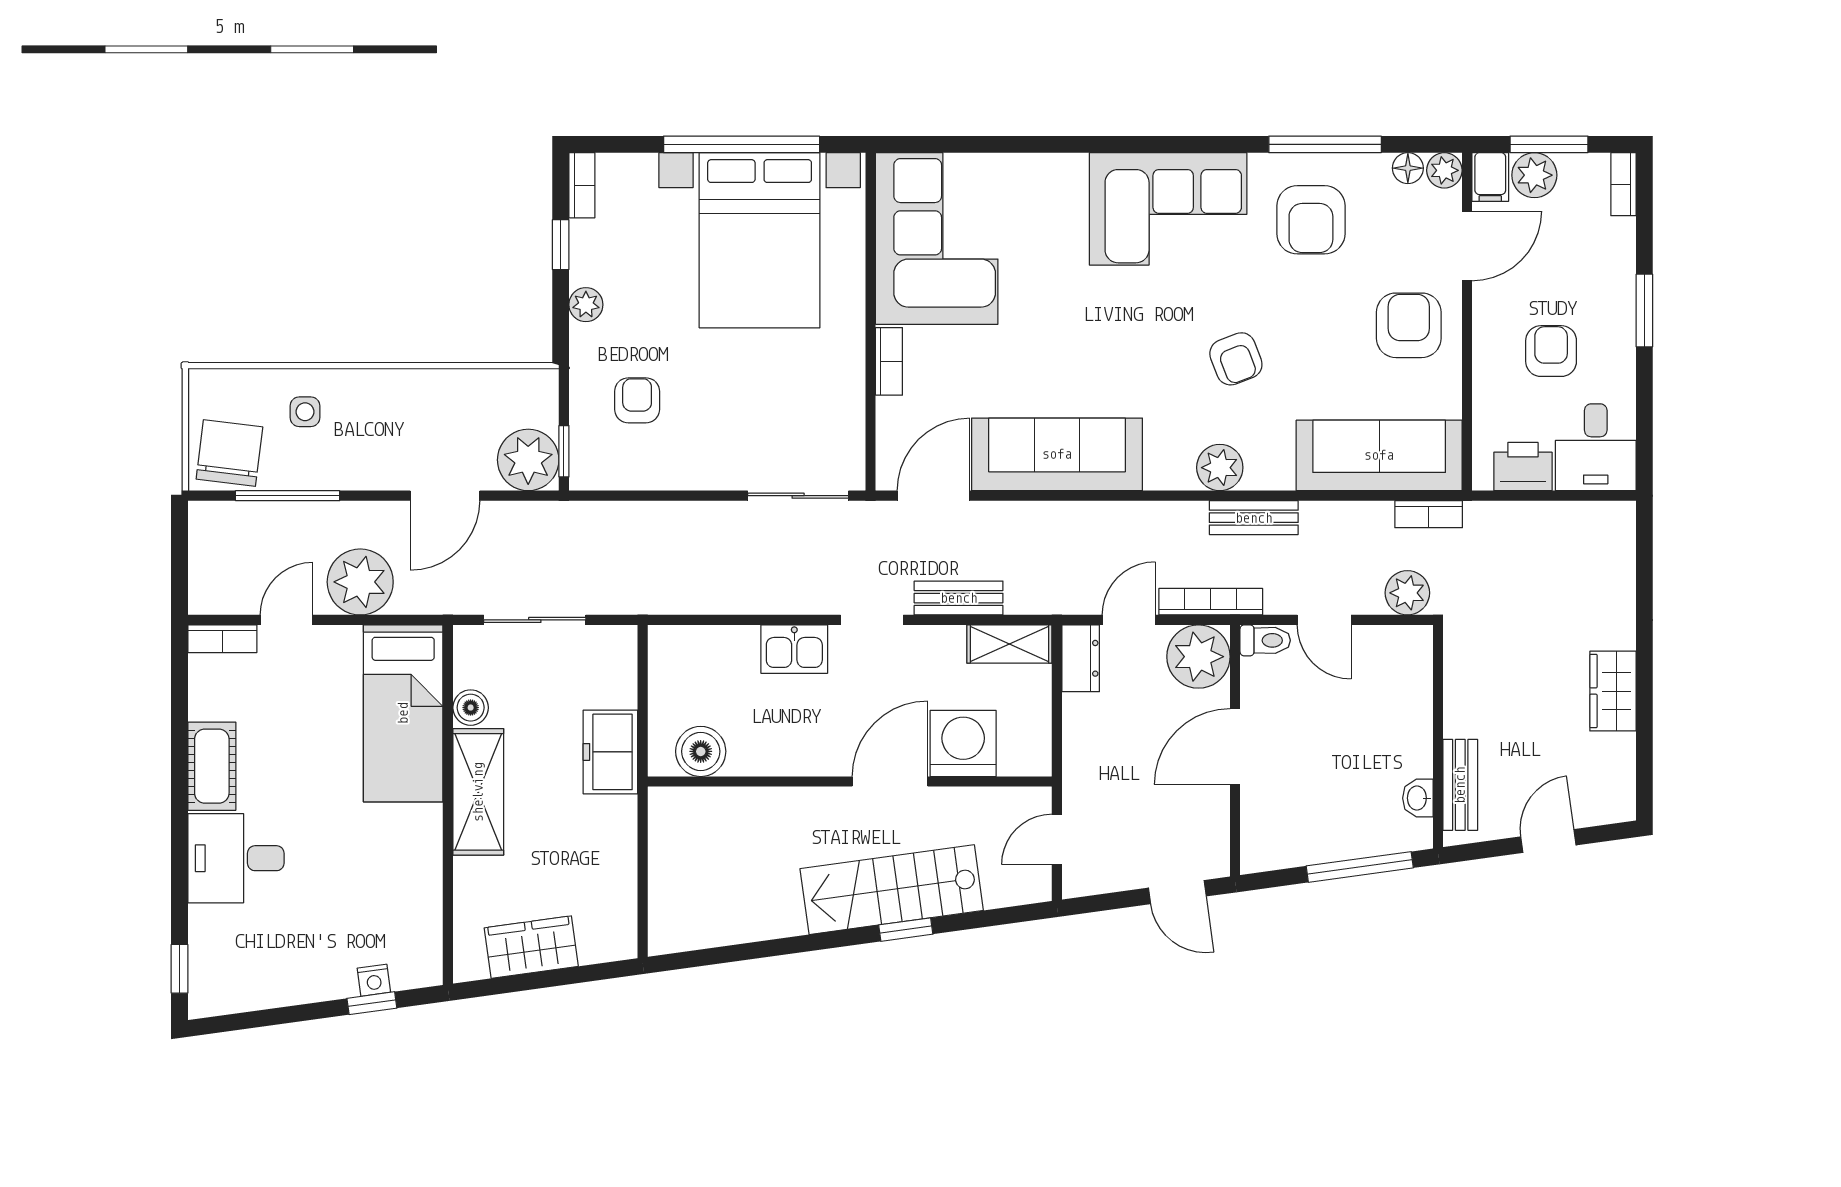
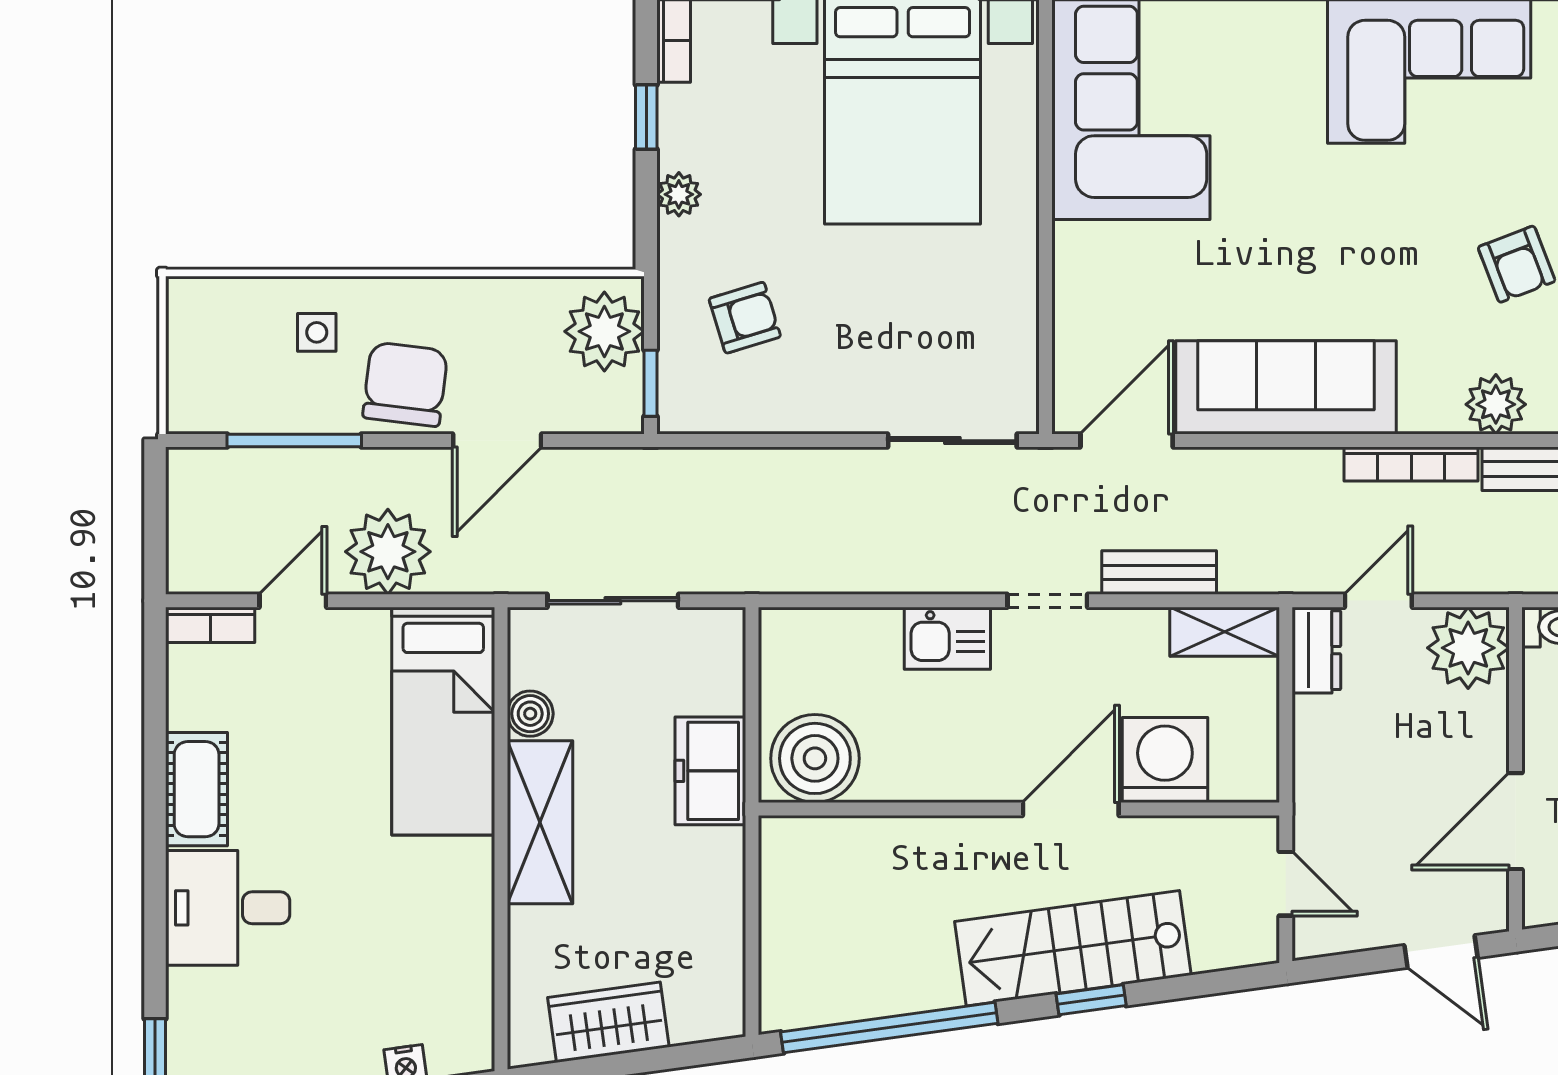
bookcase: (889, 361) -> (1069, 267), removed
armchair: (637, 400) -> (745, 318), turned 73
chair: (229, 453) -> (405, 384), moved
plant: (528, 460) -> (604, 331), moved
bookcase: (1211, 602) -> (1411, 464), moved, turned 180
door: (1235, 747) -> (1515, 821), moved
boiler: (701, 751) -> (815, 758), width x1.37, depth x1.37
door: (1057, 839) -> (1286, 884), swing flipped
window: (749, 951) -> (889, 1028), added

